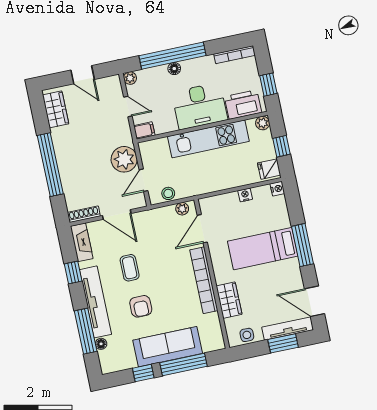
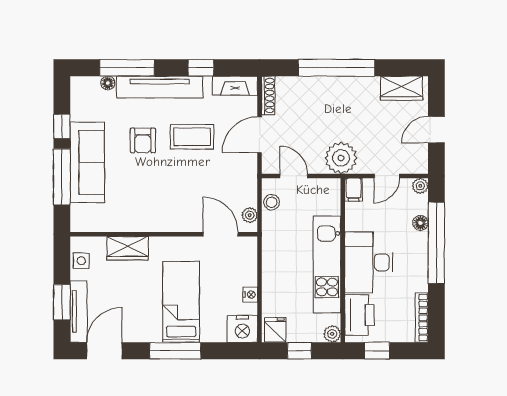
floor lamp: (174, 69) -> (420, 223), moved
plant: (124, 159) -> (341, 158), moved
nightstand: (277, 189) -> (242, 329), width x1.89, depth x1.79
coffee table: (130, 268) -> (192, 137), width x1.36, depth x1.30
bookcase: (204, 280) -> (158, 223), removed
armchair: (141, 306) -> (143, 140), turned -90

